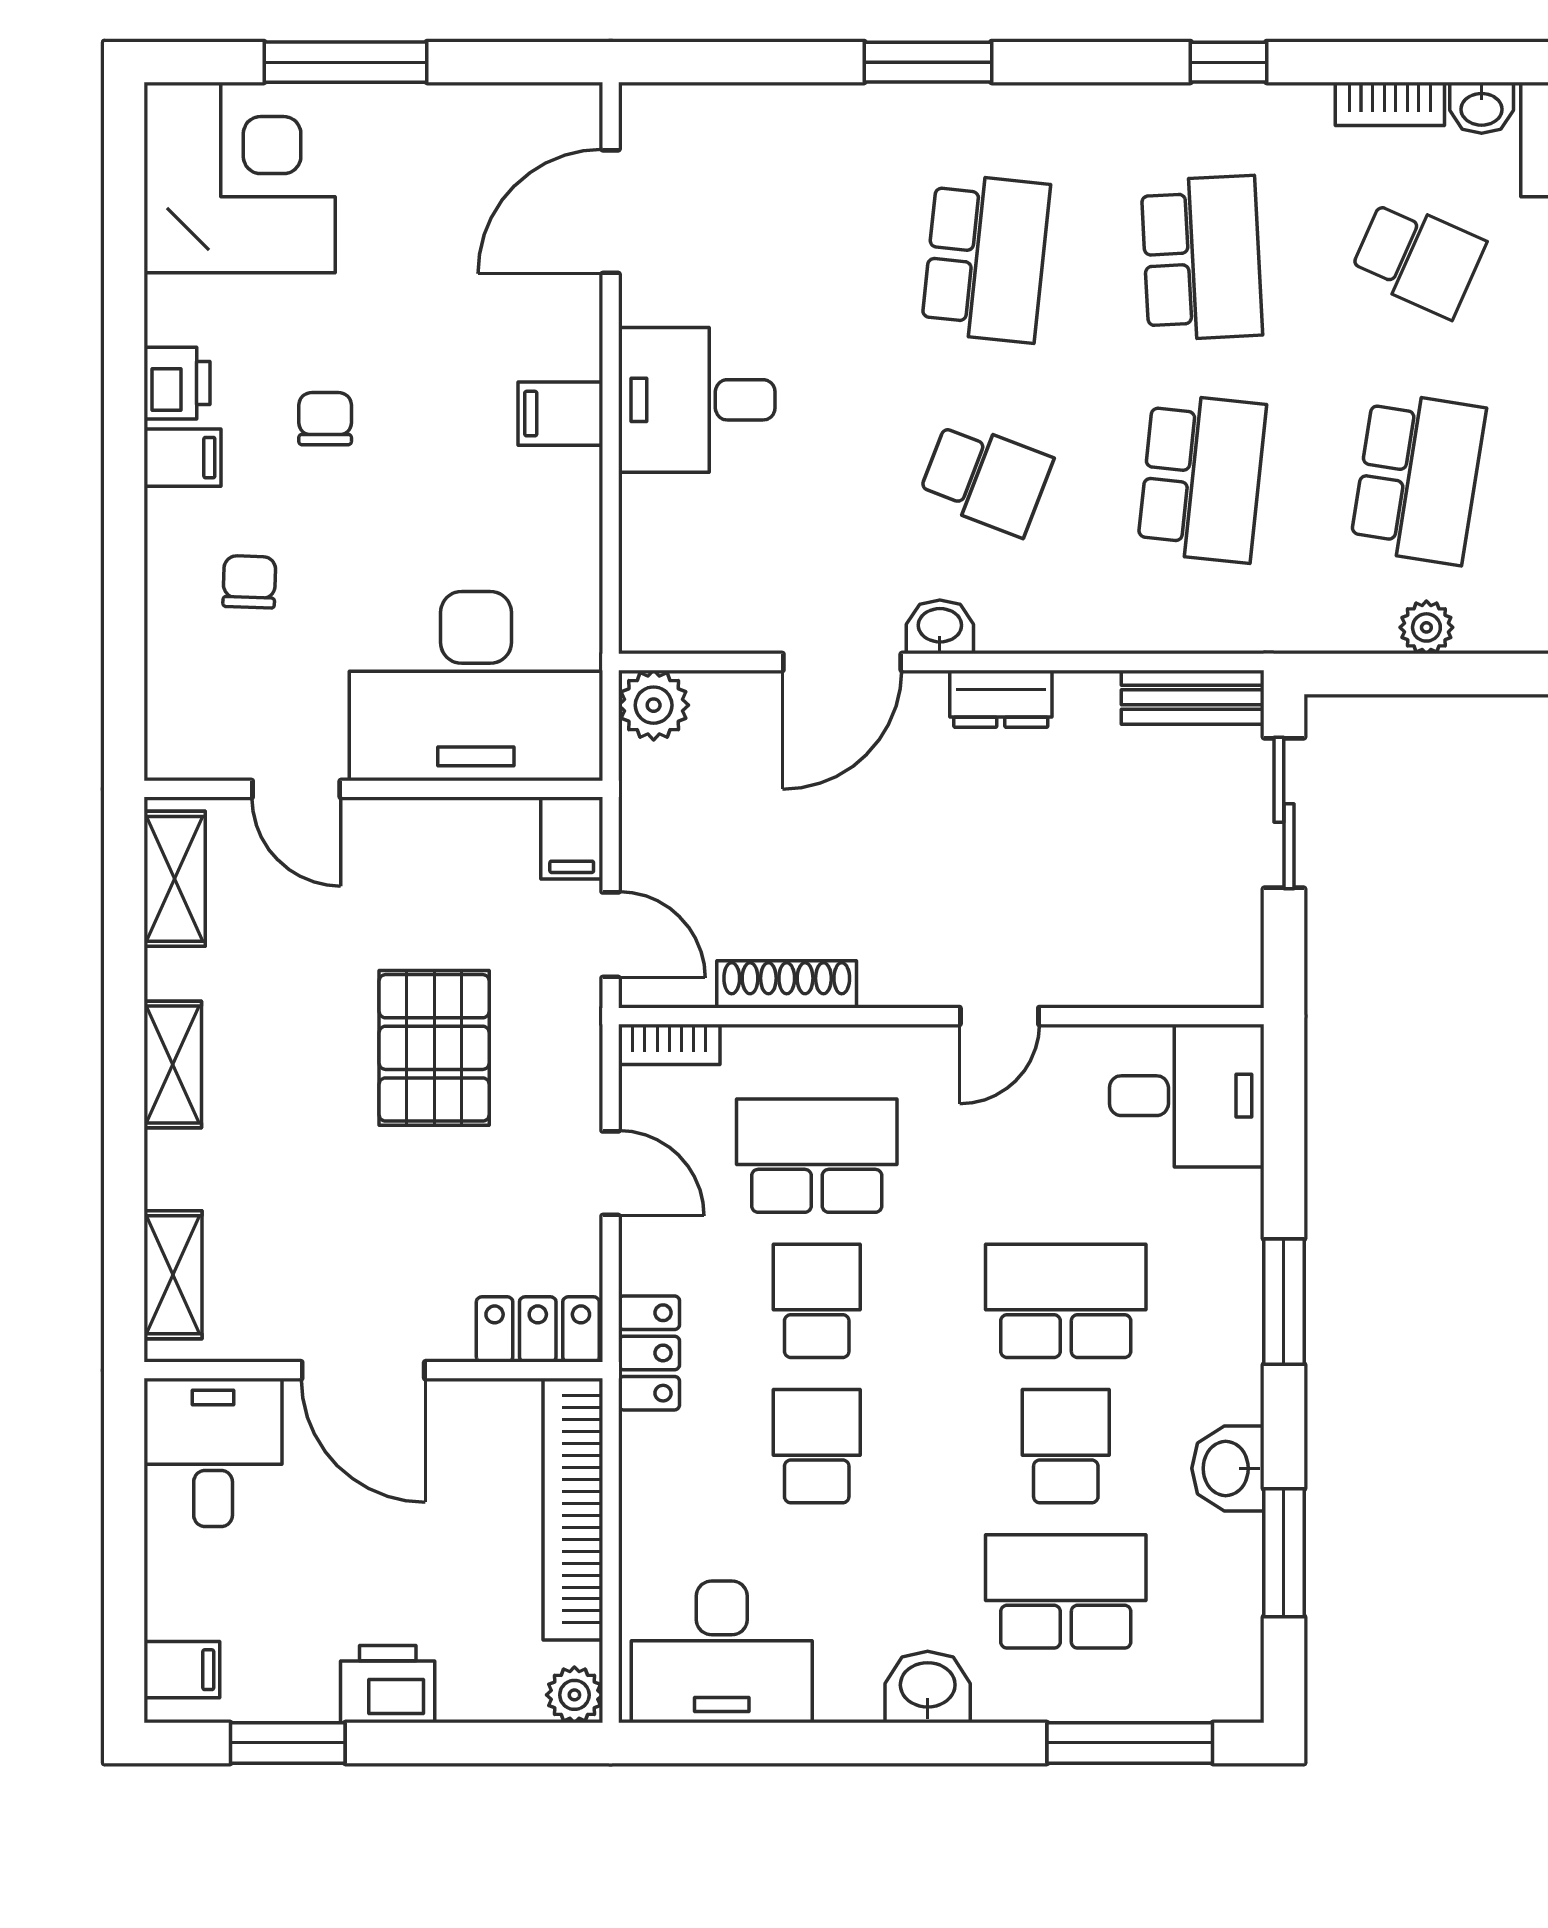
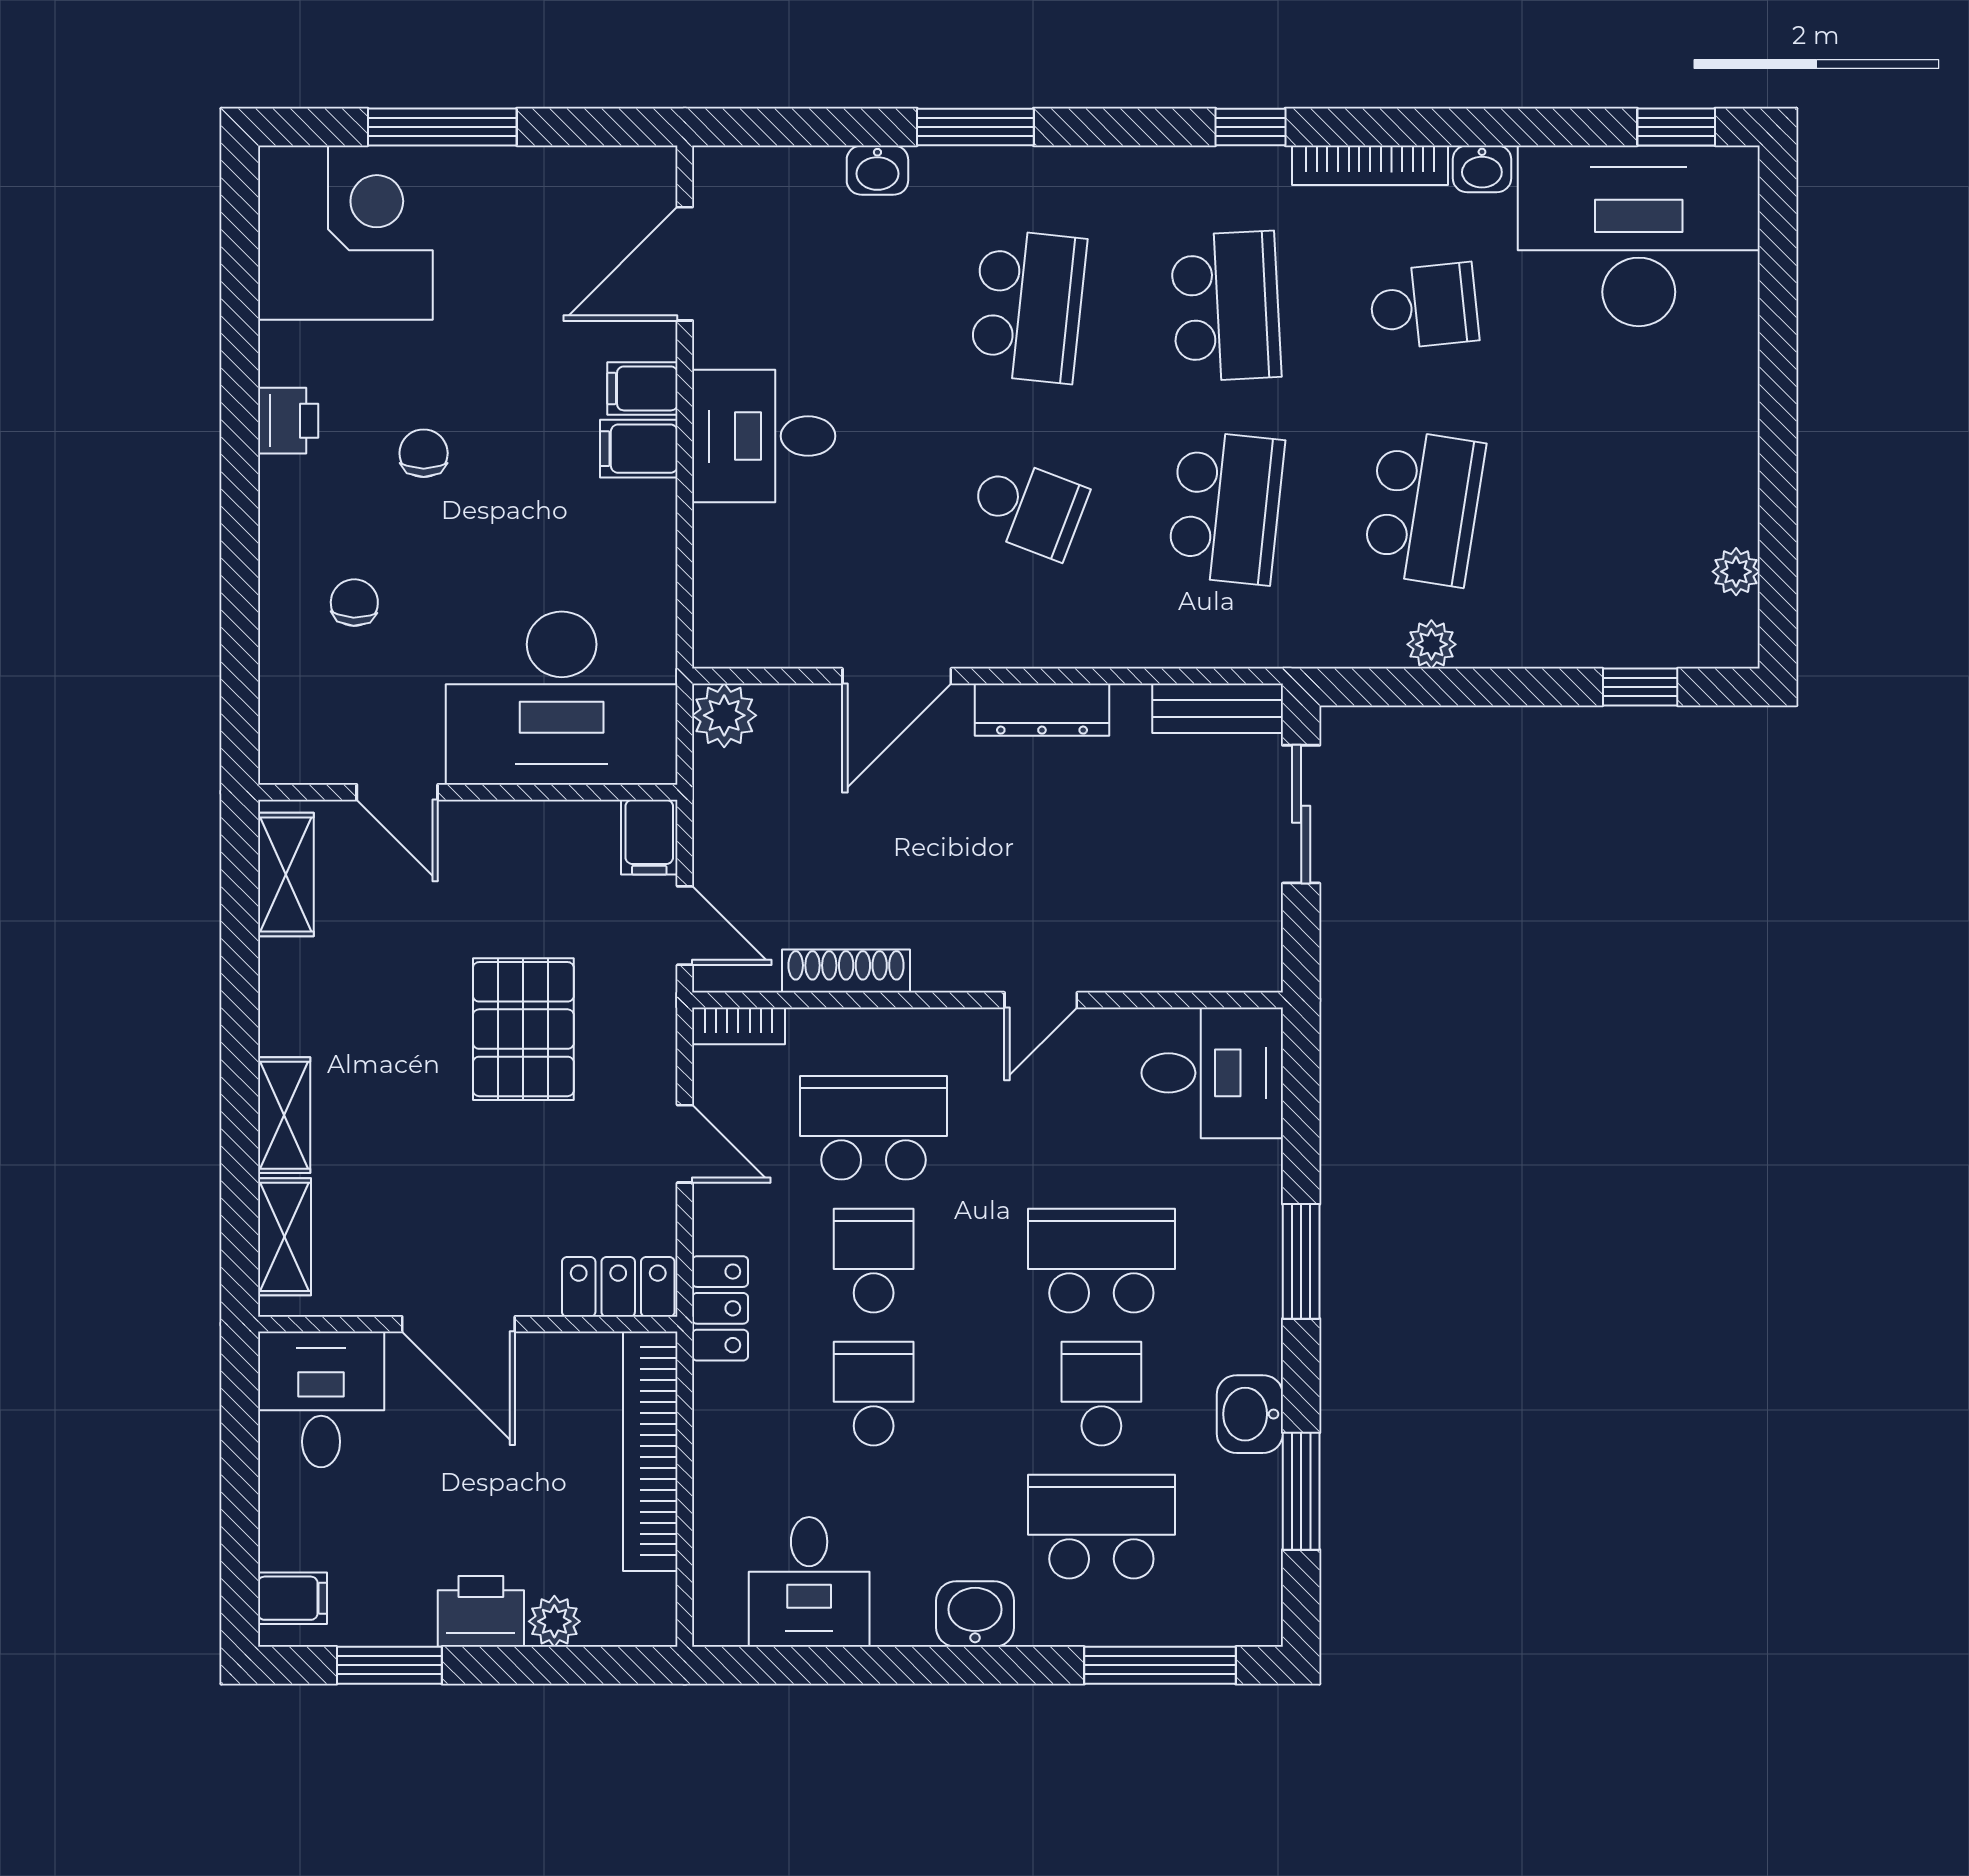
bookcase: (1390, 104) -> (1370, 165), width x1.56
school desk: (1418, 258) -> (1424, 306), turned -30
filing cabinet: (183, 458) -> (642, 388), moved, turned 180
washbasin: (940, 627) -> (877, 170), moved, turned 180
dresser: (1001, 699) -> (1042, 710), width x1.44
shelving: (173, 1064) -> (284, 1115), moved
desk: (722, 1652) -> (809, 1582), width x0.73
plant: (574, 1695) -> (554, 1621), moved

